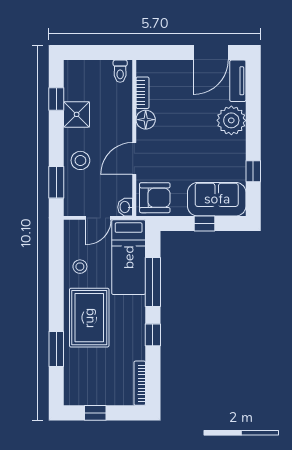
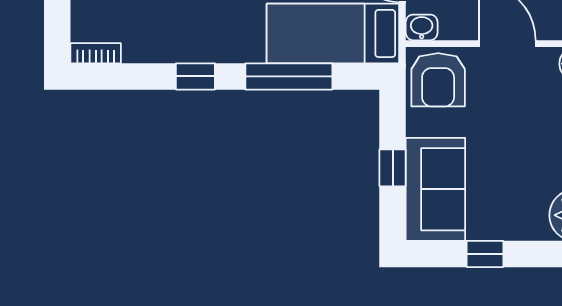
bookcase: (140, 383) -> (96, 53), width x0.64

